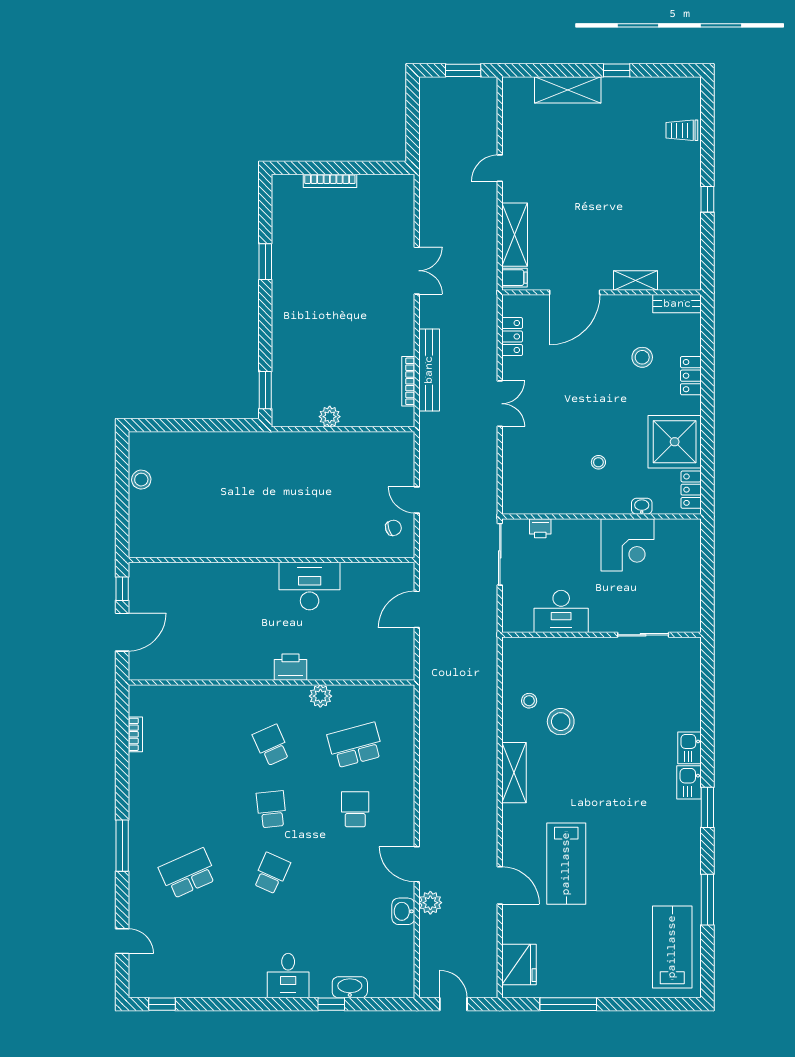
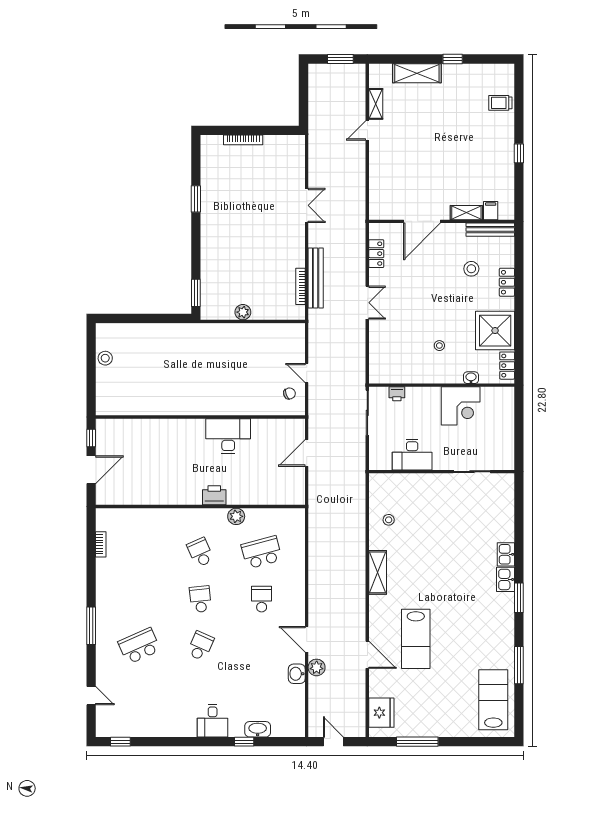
shelving: (515, 235) -> (376, 104), moved, width x0.67, depth x0.75
filing cabinet: (515, 278) -> (491, 211), moved, turned -90
bench: (677, 304) -> (490, 230), width x1.36
stool: (561, 722) -> (412, 535), removed

